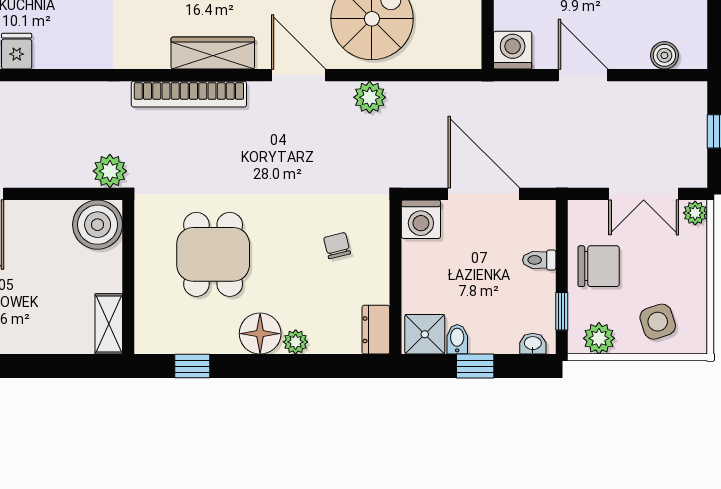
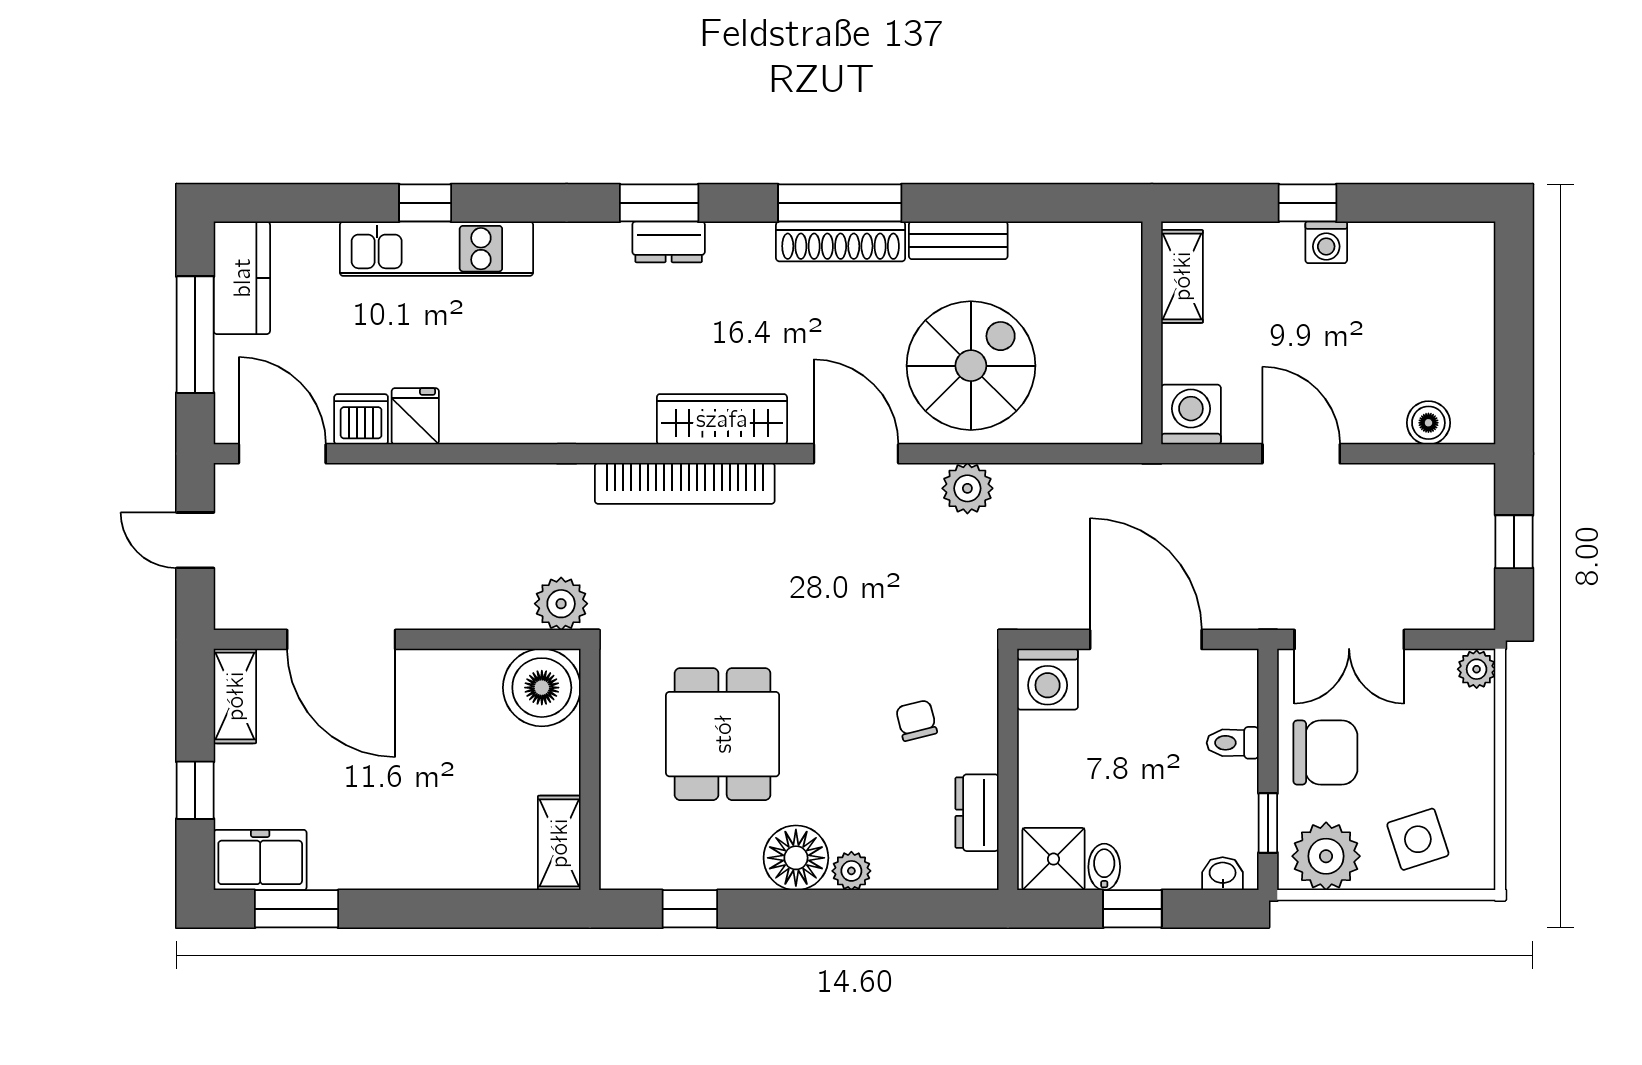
double door: (644, 194) -> (1349, 639), moved
dresser: (376, 330) -> (977, 813), moved
plant: (599, 338) -> (1326, 856), width x1.36, depth x1.36

